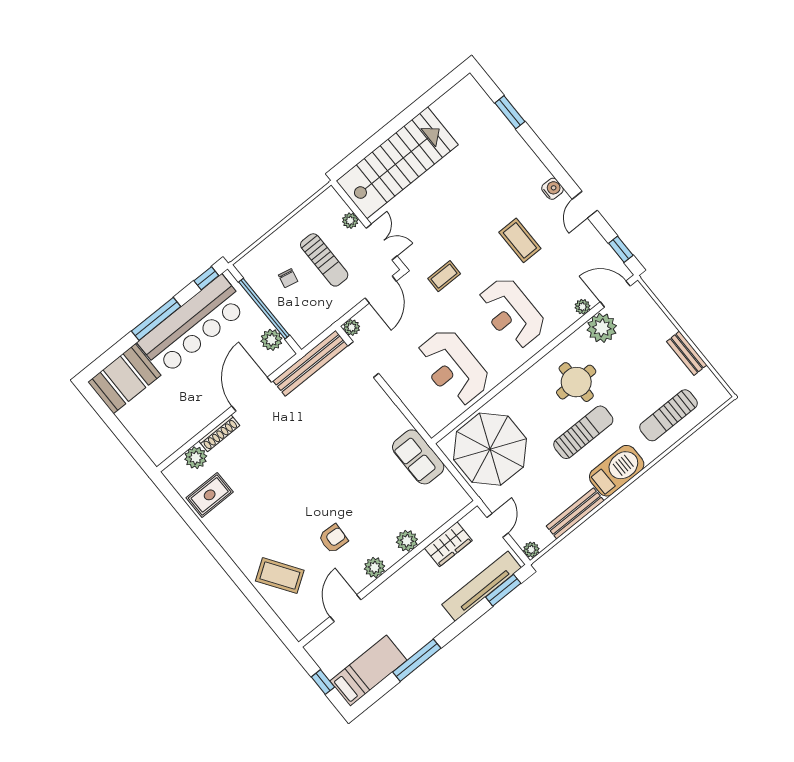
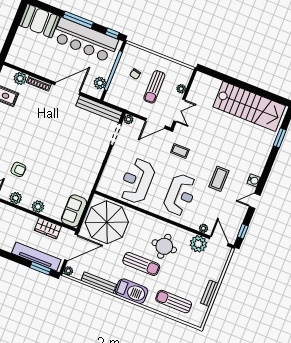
stairs: (397, 163) -> (249, 106), moved
reception desk: (511, 313) -> (180, 195), turned 180
sofa: (418, 457) -> (74, 211), moved
door: (497, 525) -> (71, 247), width x1.88

